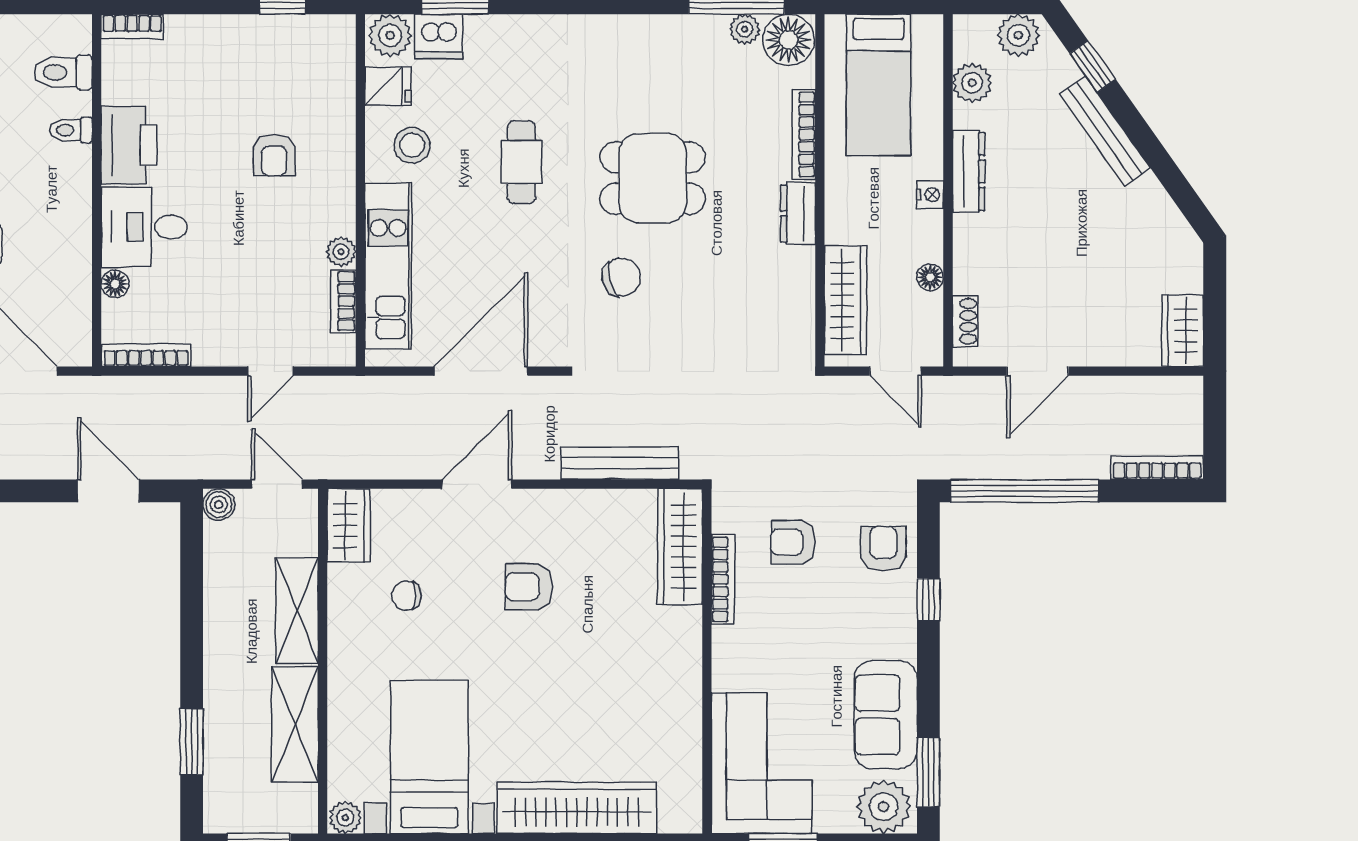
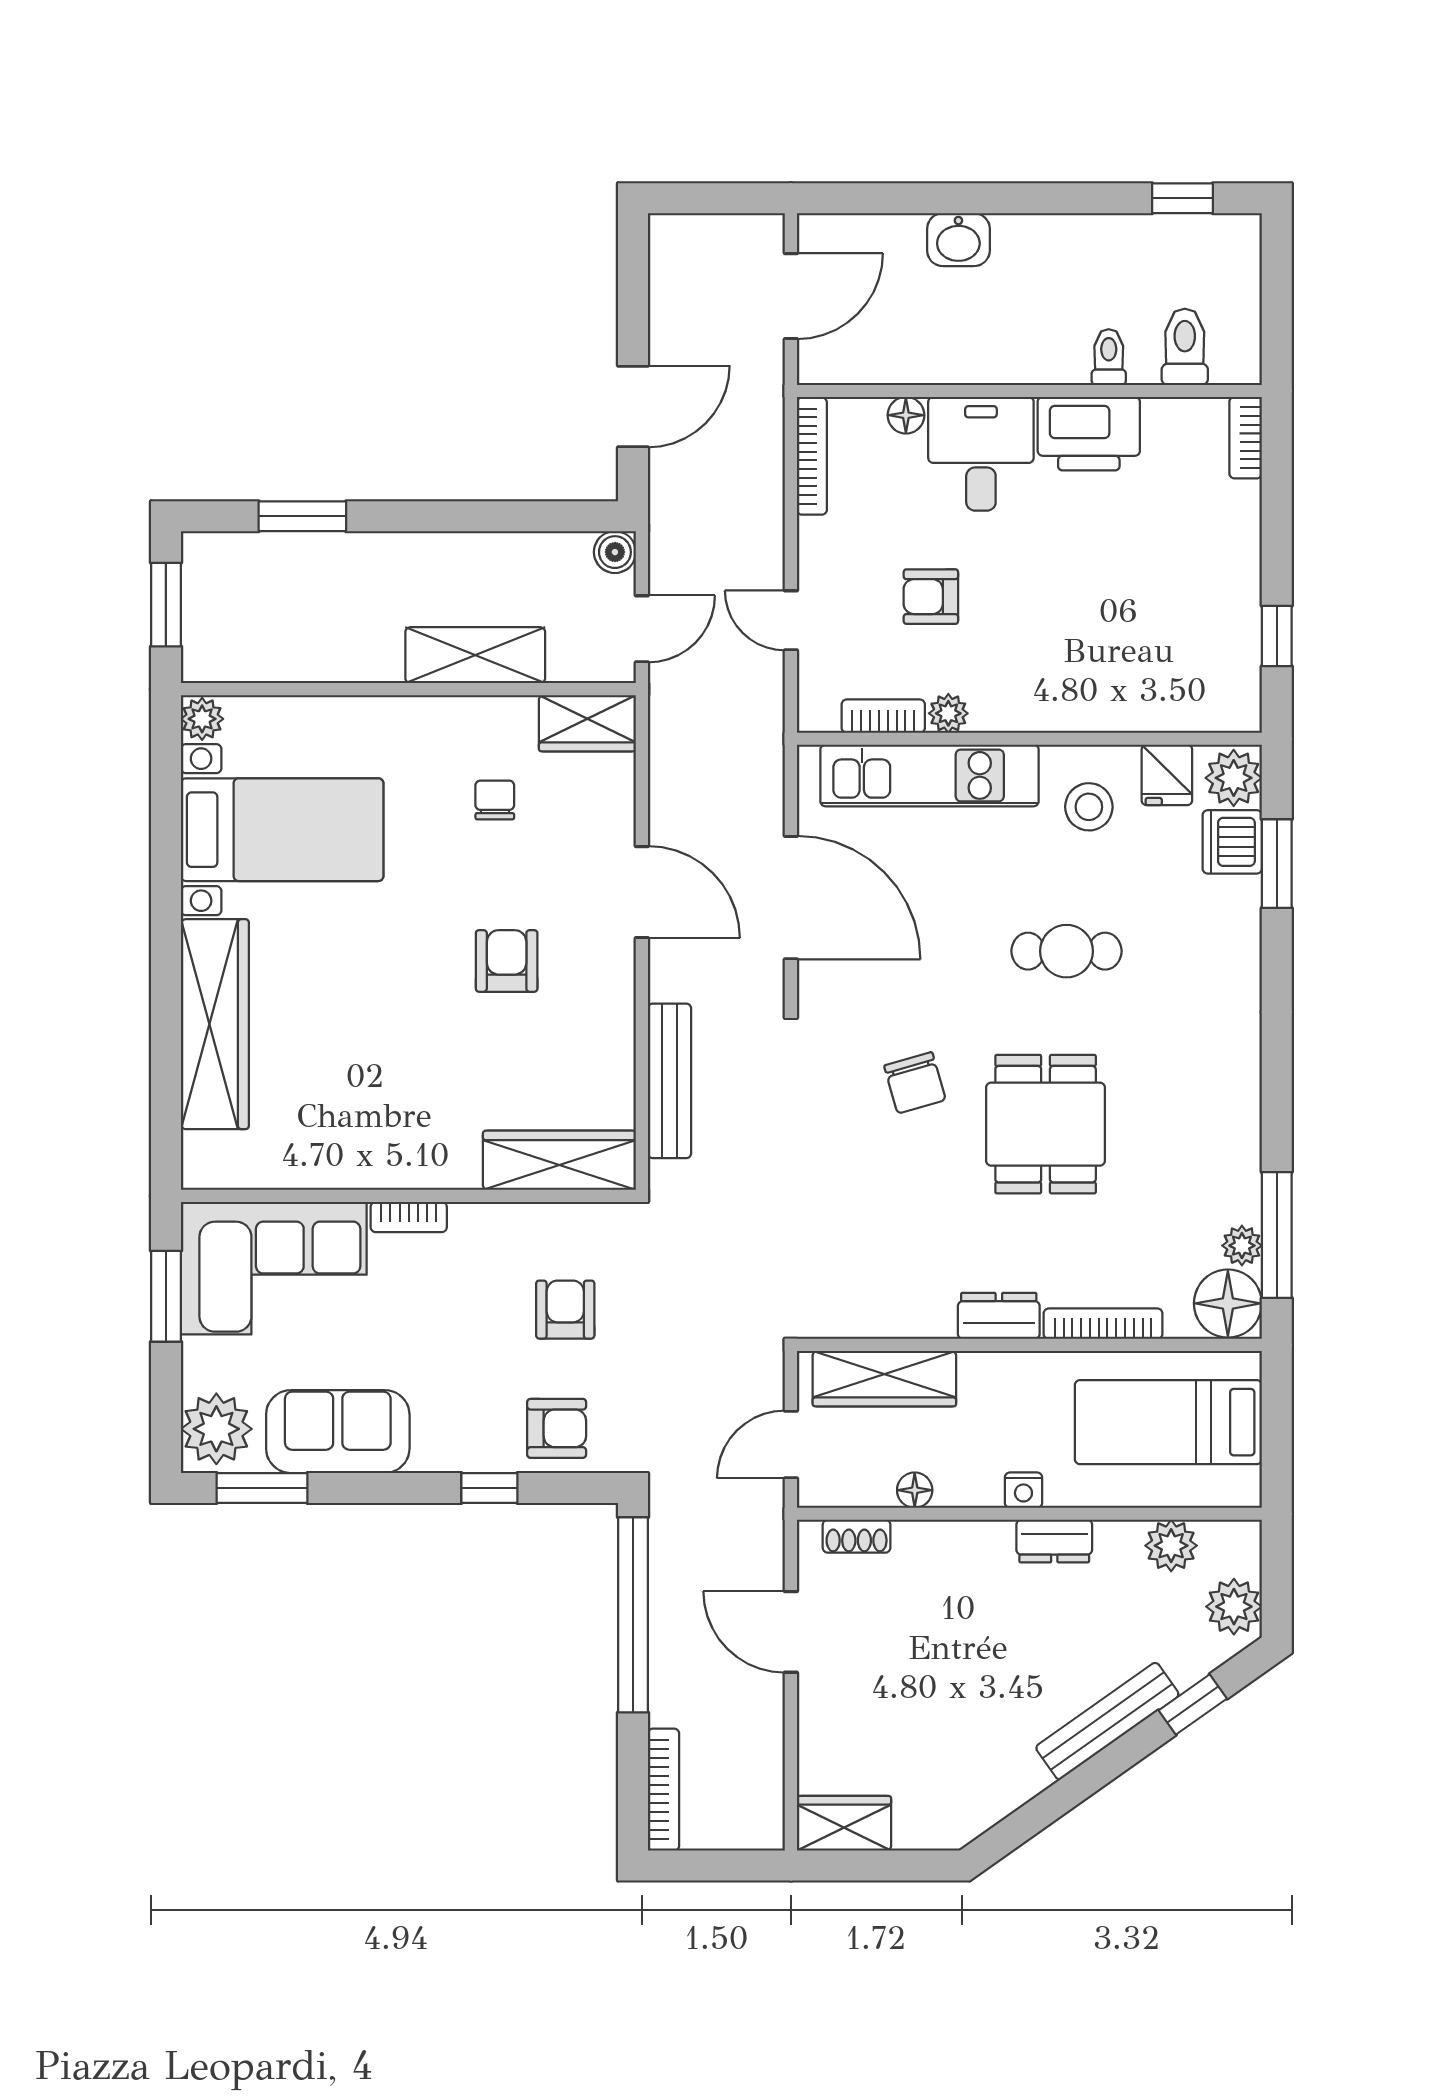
armchair: (274, 155) -> (931, 597), moved
dresser: (969, 171) -> (1054, 1541), width x0.70
bookcase: (723, 579) -> (409, 1217), moved, width x0.64
shelving: (295, 724) -> (325, 653), removed

